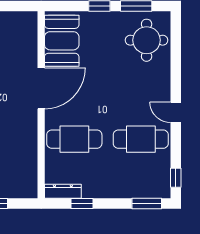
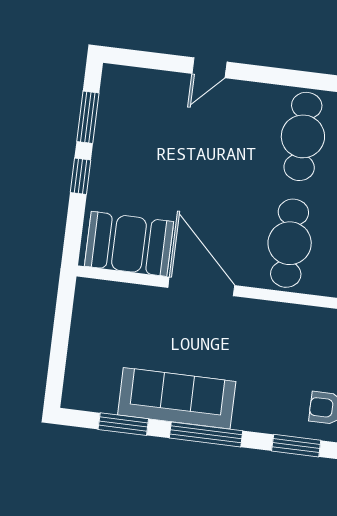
round table: (147, 40) -> (145, 107), removed
door: (176, 112) -> (209, 68), moved

